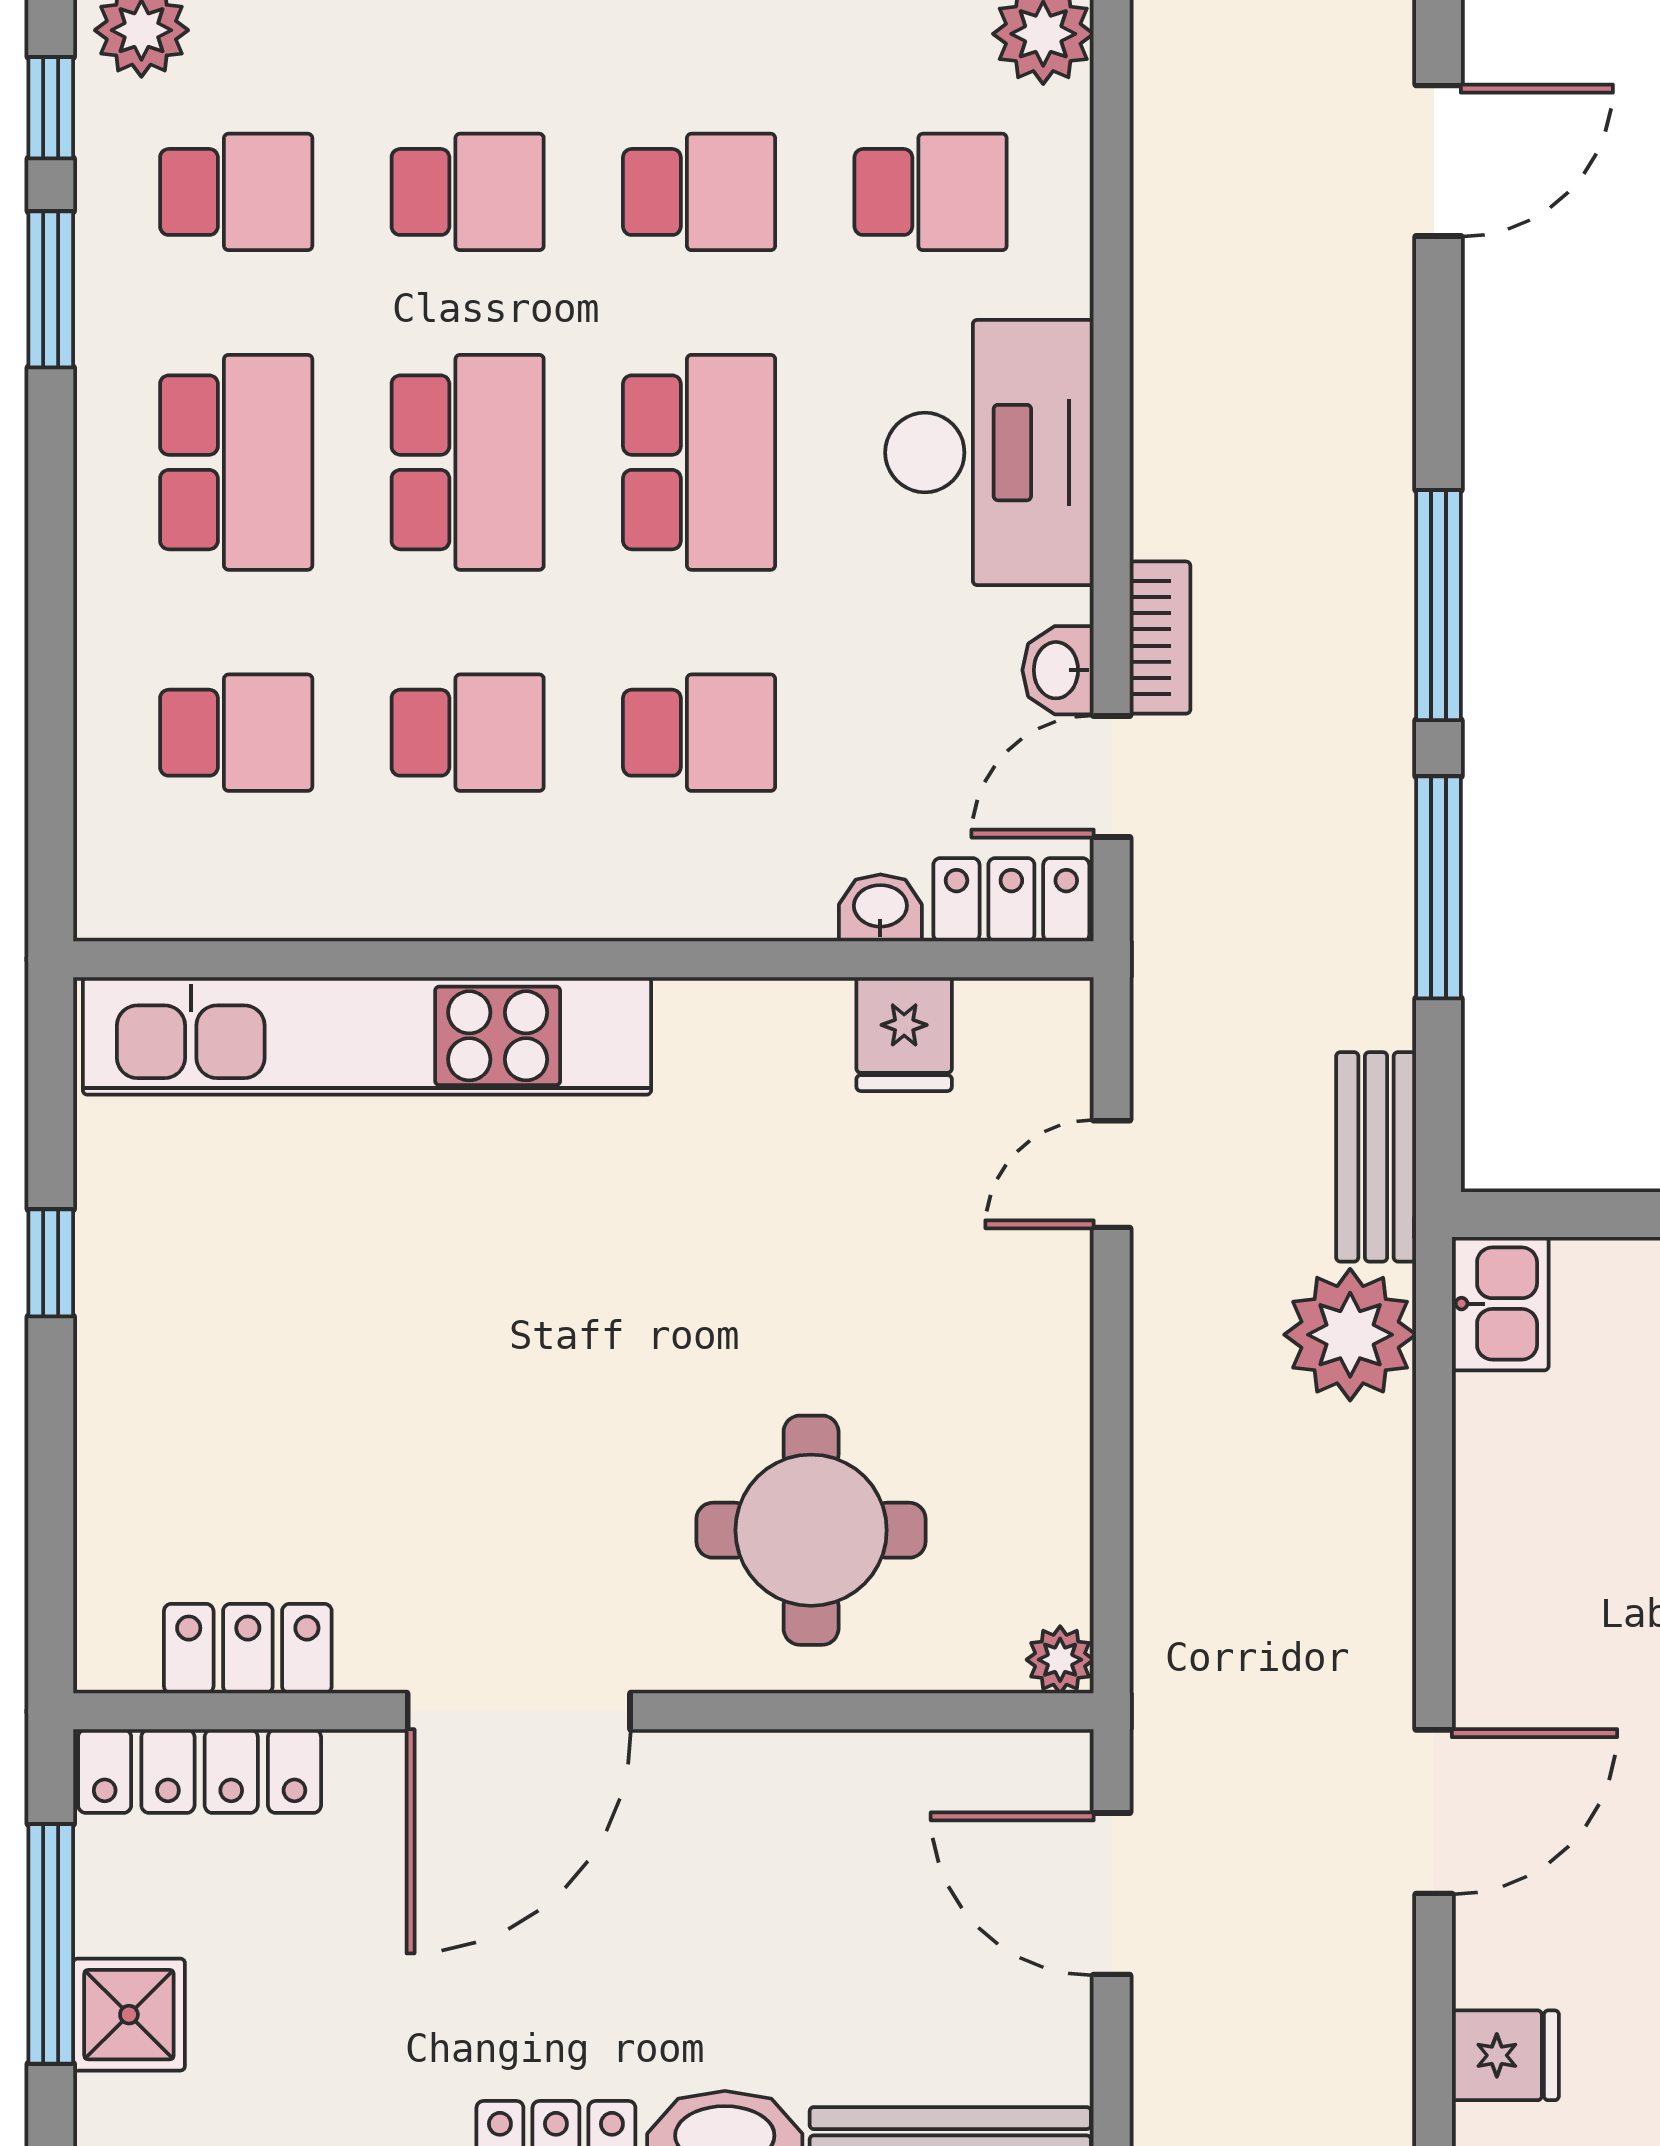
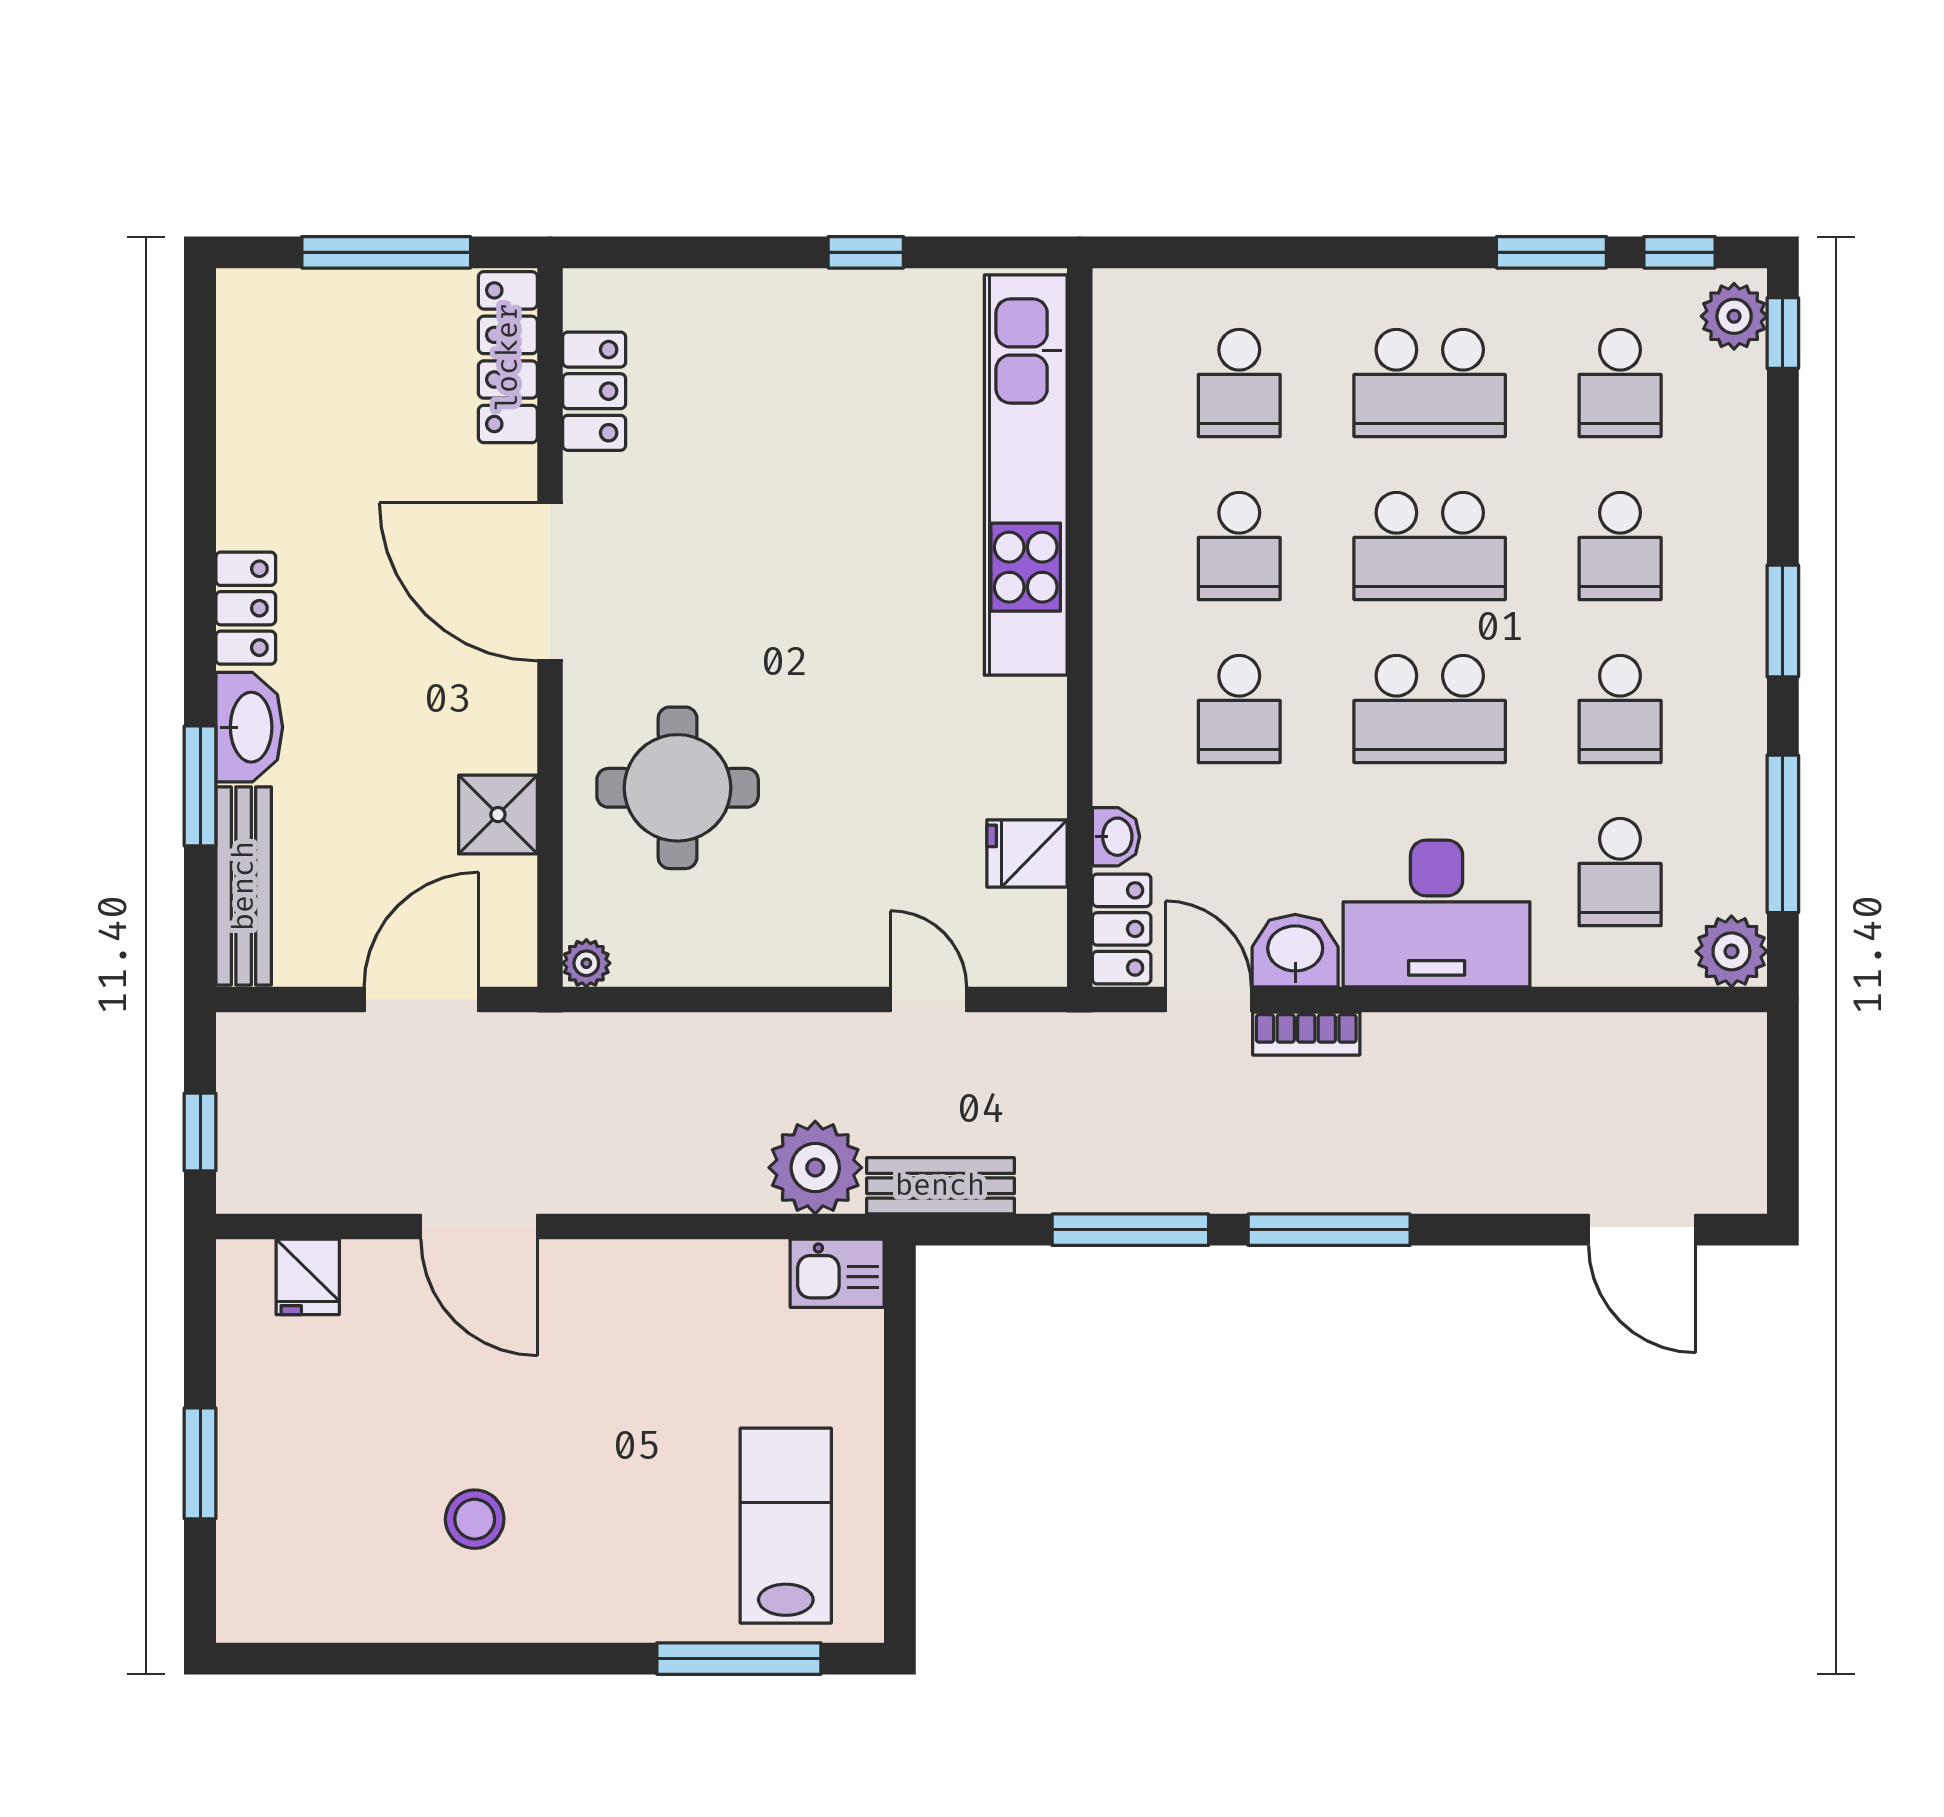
washbasin: (1058, 670) -> (1295, 951), width x1.38, depth x1.45
shower: (129, 2015) -> (498, 815), moved

